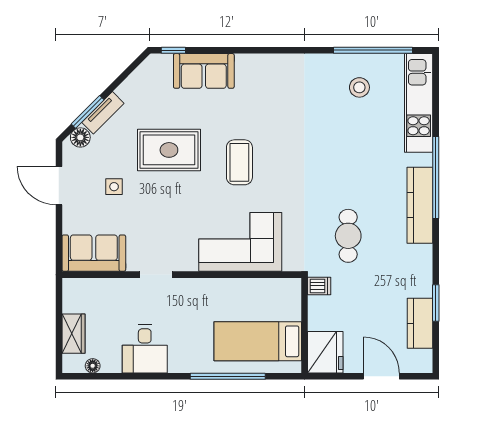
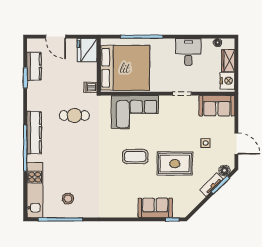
coffee table: (239, 162) -> (135, 157), turned 90
cafe table: (348, 236) -> (74, 115), turned 90
nightstand: (75, 298) -> (227, 81), added
bed: (258, 341) -> (125, 68), width x2.04

